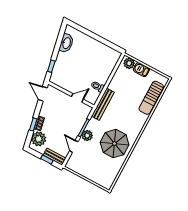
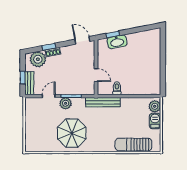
washbasin: (66, 43) -> (117, 42), moved
door: (43, 94) -> (82, 40), hinge flipped

